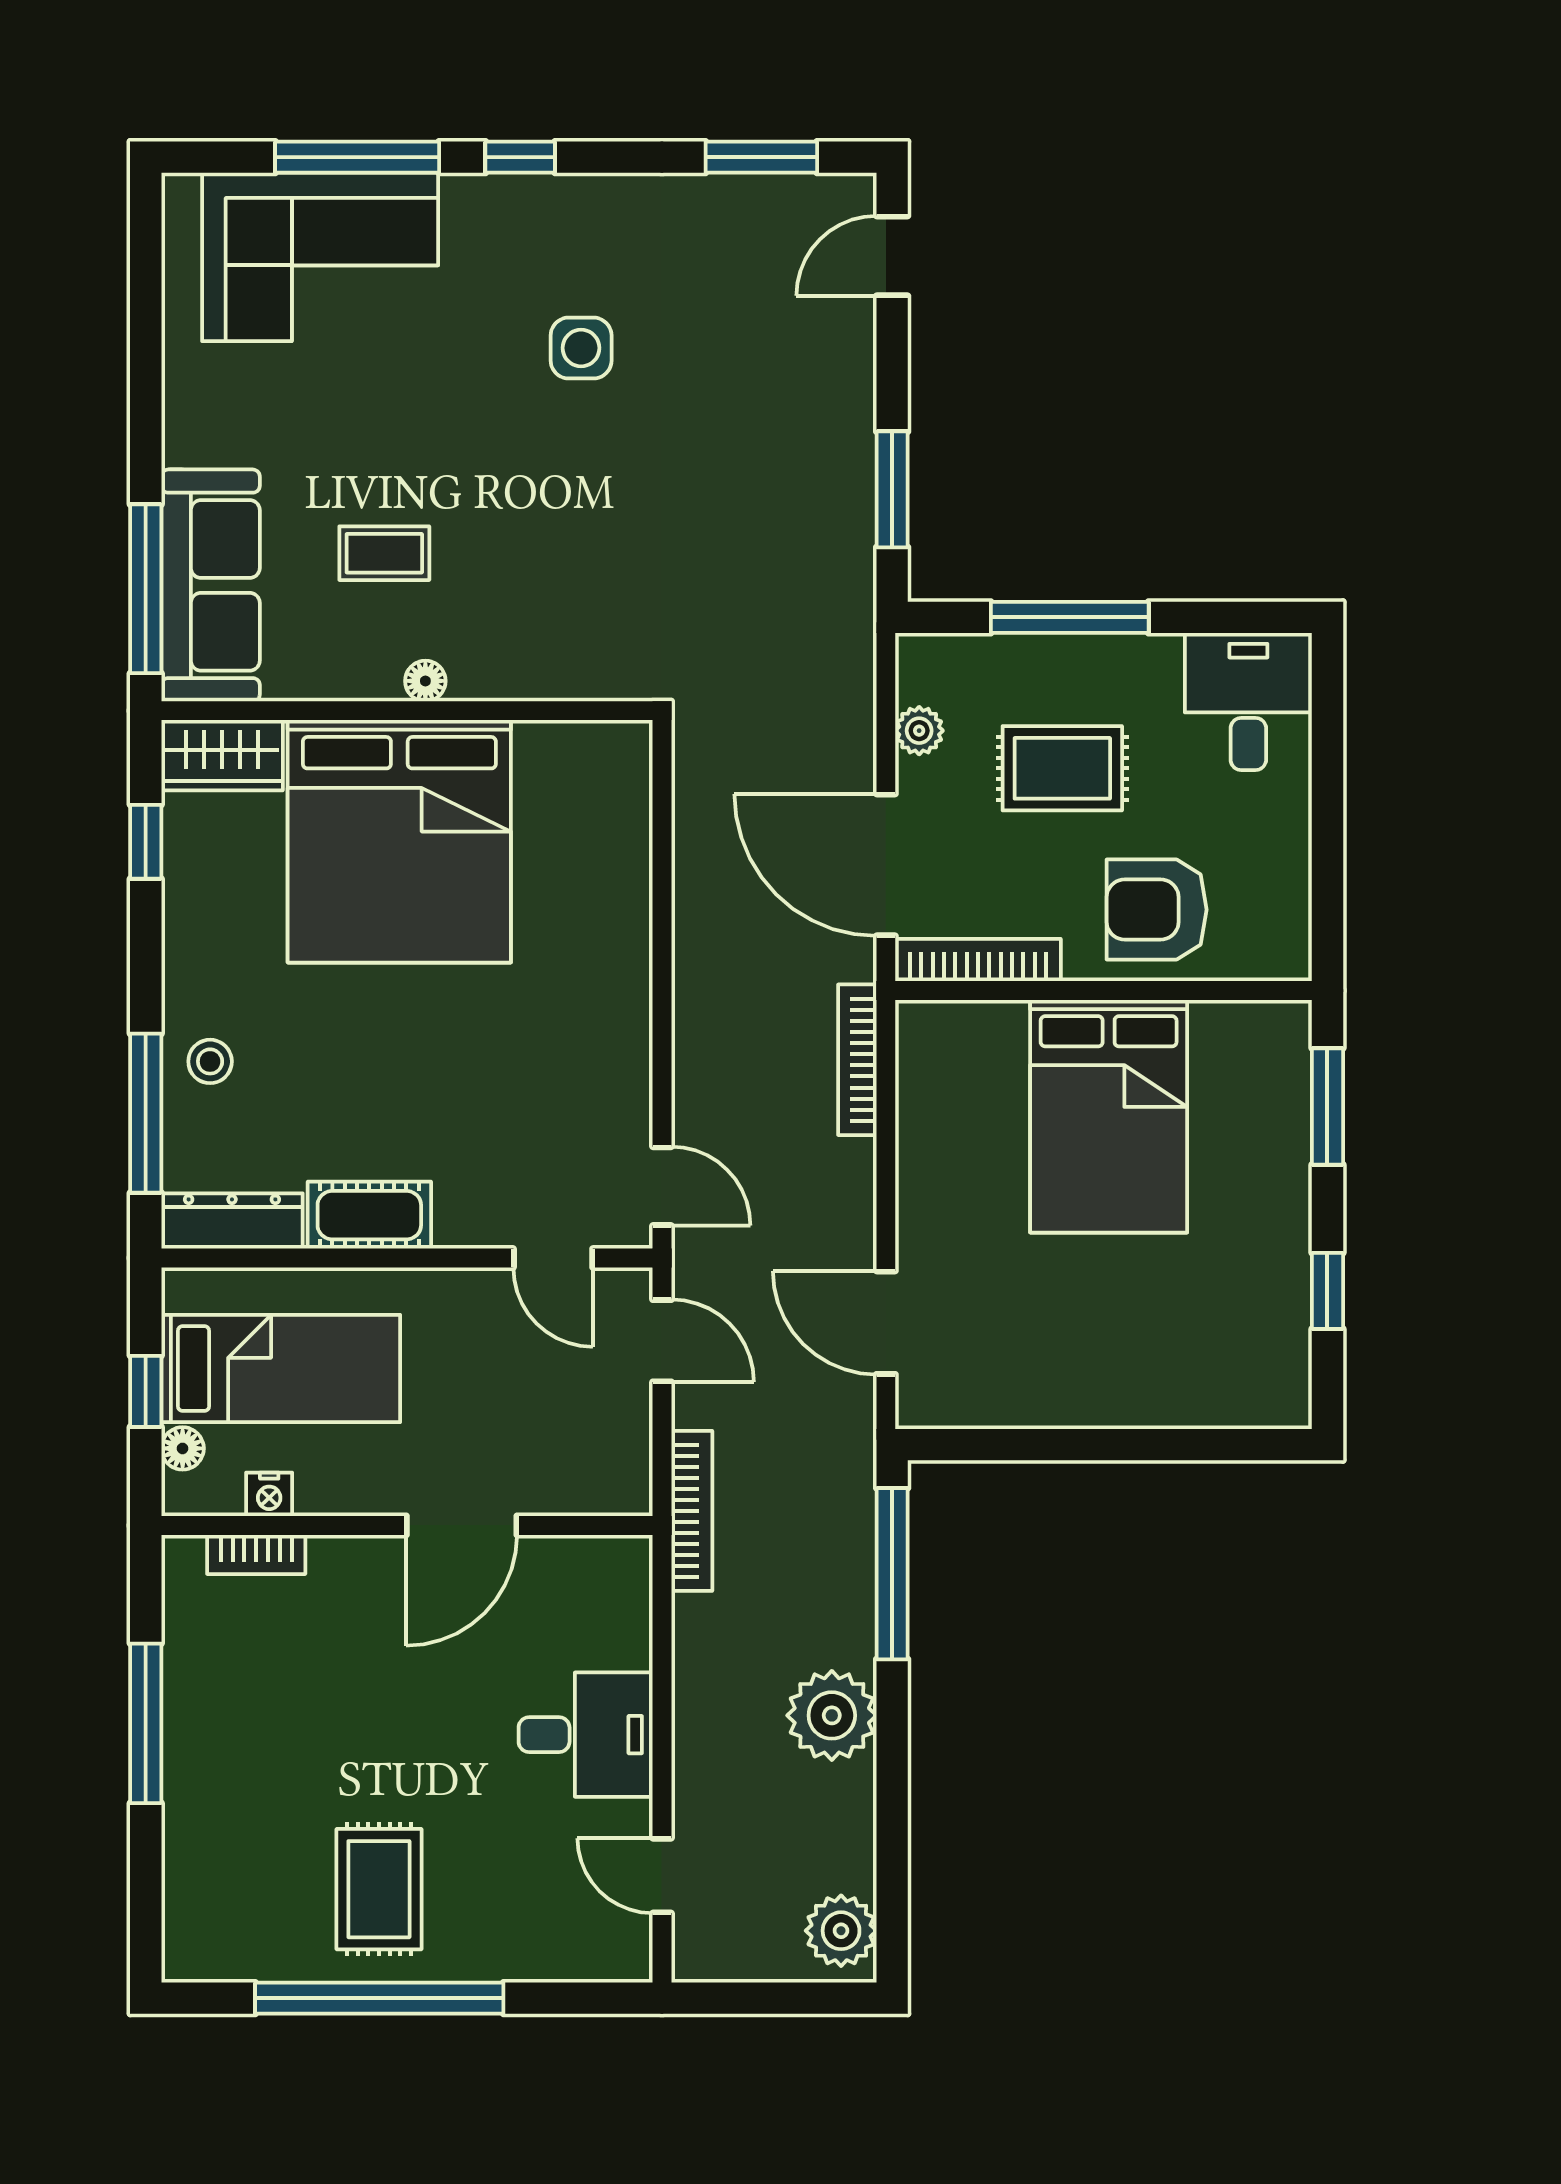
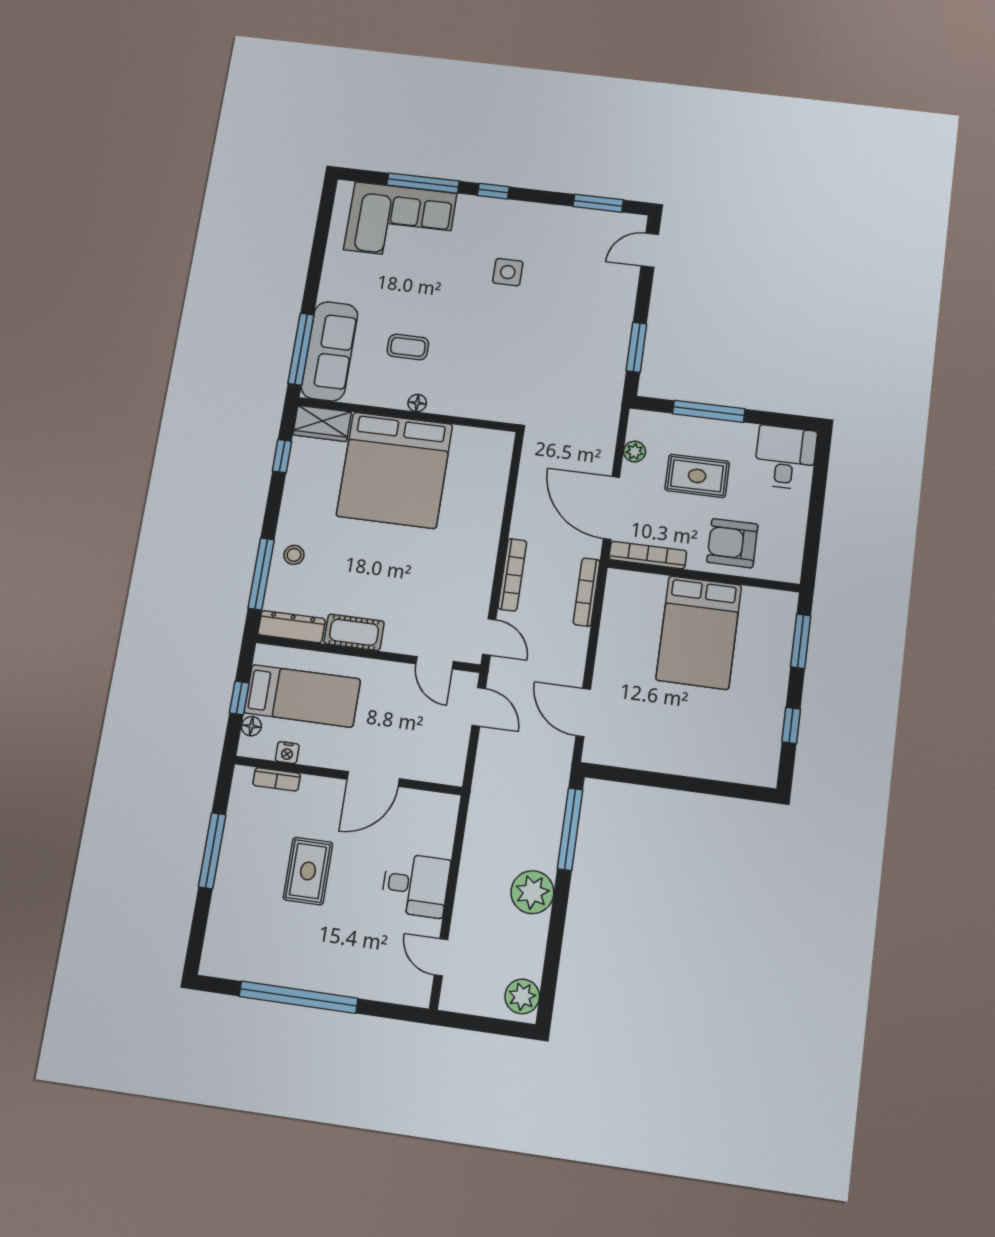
bookcase: (692, 1511) -> (512, 575), moved
rug: (379, 1889) -> (308, 871), moved

